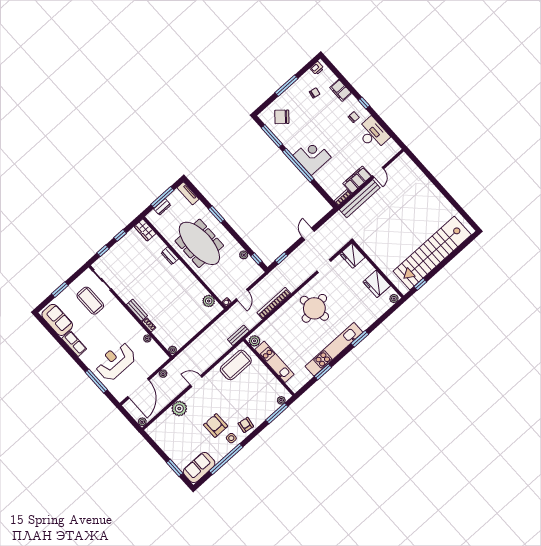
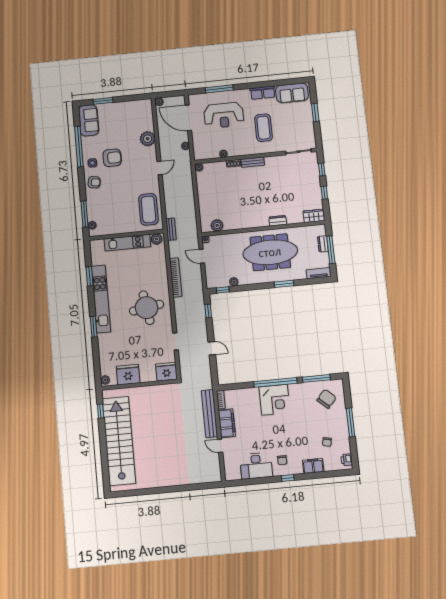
coffee table: (90, 301) -> (263, 128), moved, turned 90
reception desk: (115, 361) -> (224, 115), turned 90

